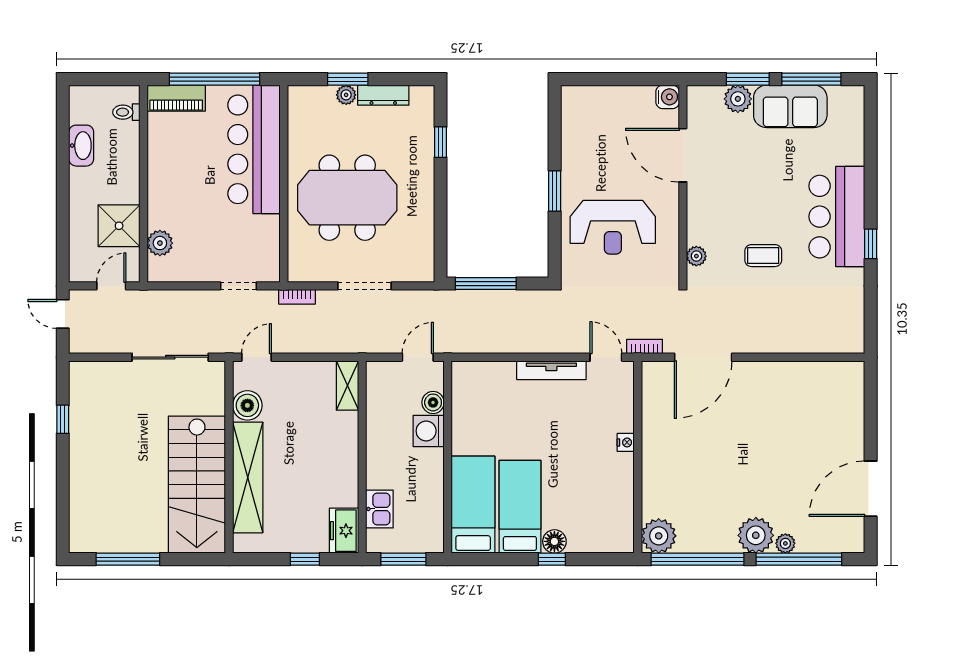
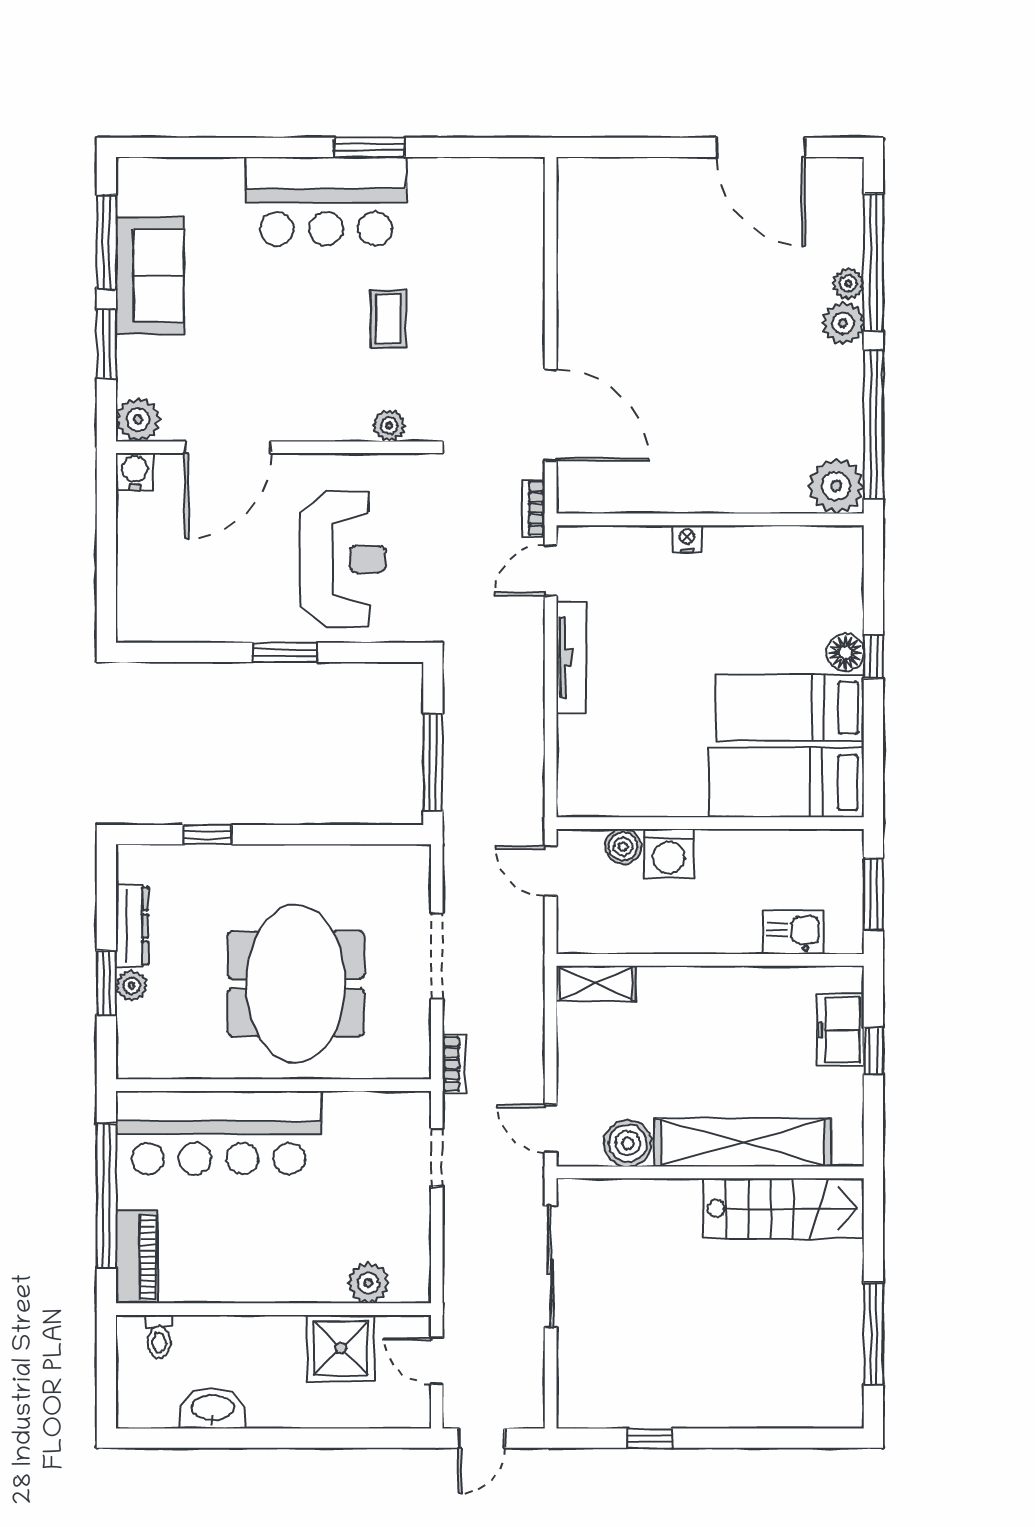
plant: (738, 99) -> (138, 420), moved
window: (871, 244) -> (370, 147), width x1.50
stairs: (197, 485) -> (784, 1208), width x0.73, depth x0.66
freezer: (344, 531) -> (841, 1030), moved, turned 90
plant: (756, 535) -> (843, 323), width x0.73, depth x0.73

